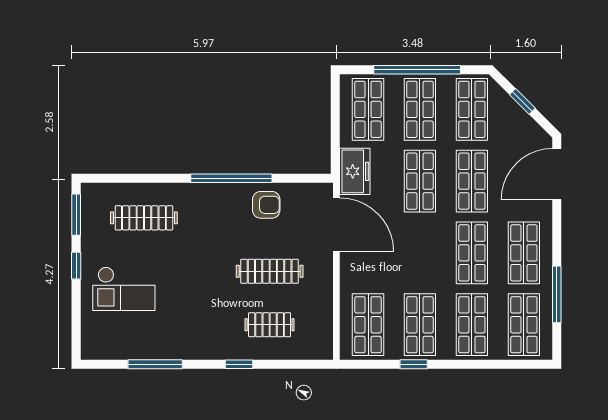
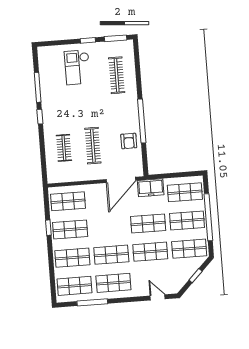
door: (557, 174) -> (158, 297), width x0.53
window: (239, 364) -> (40, 117), moved

